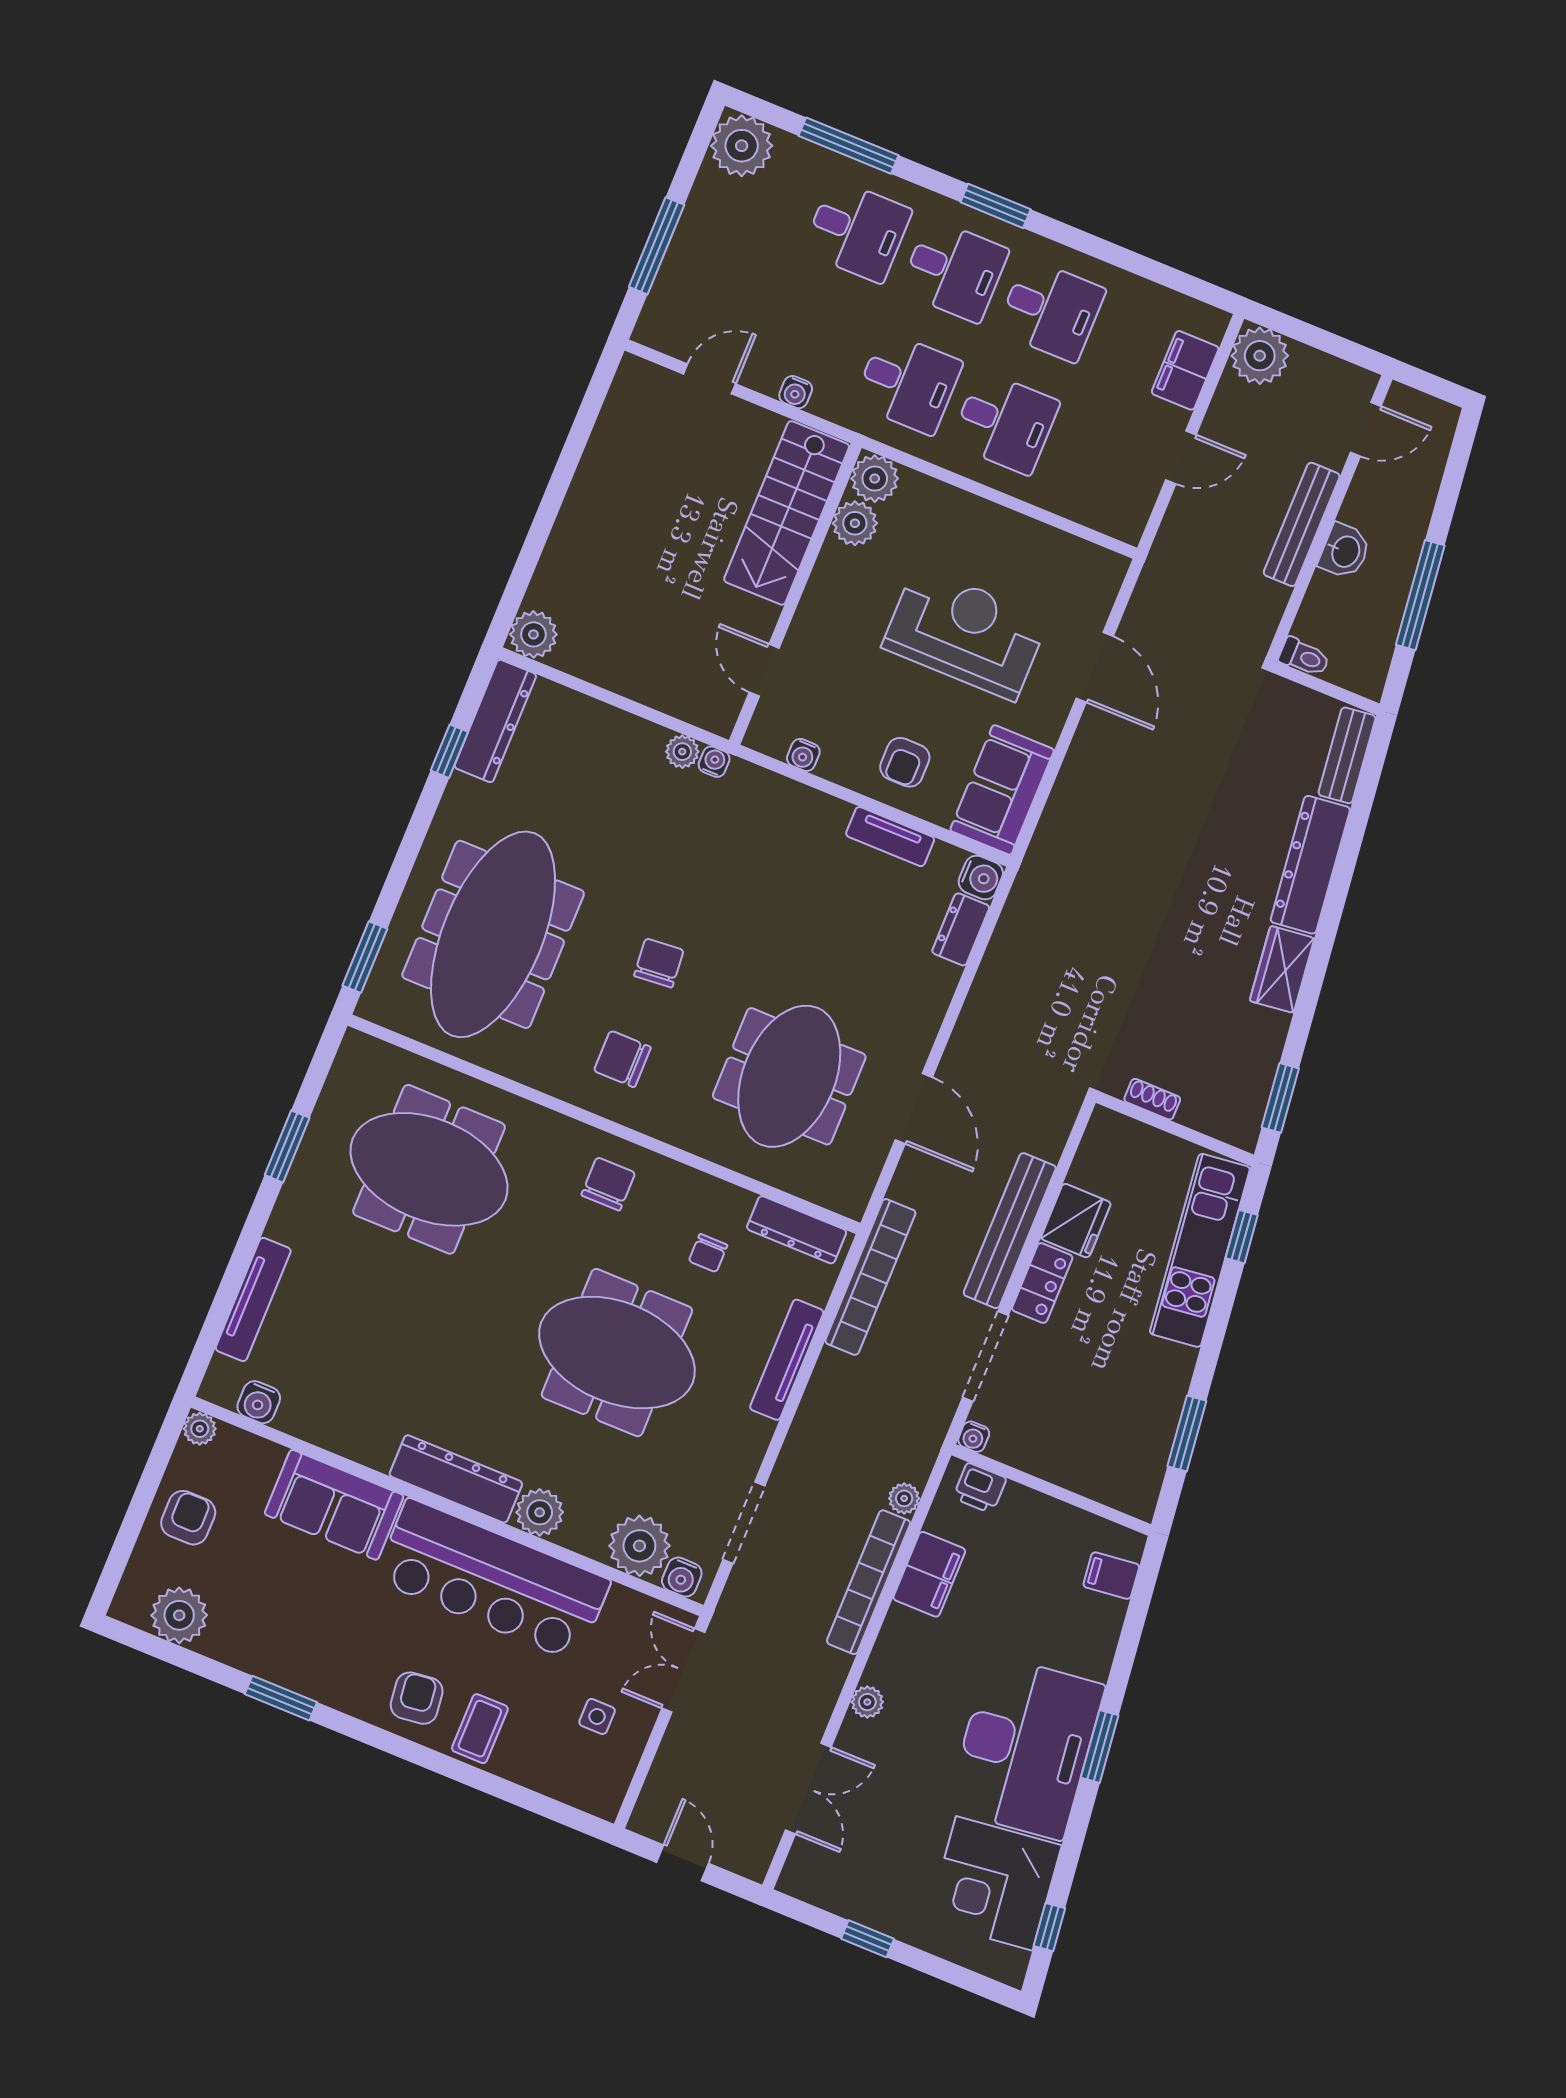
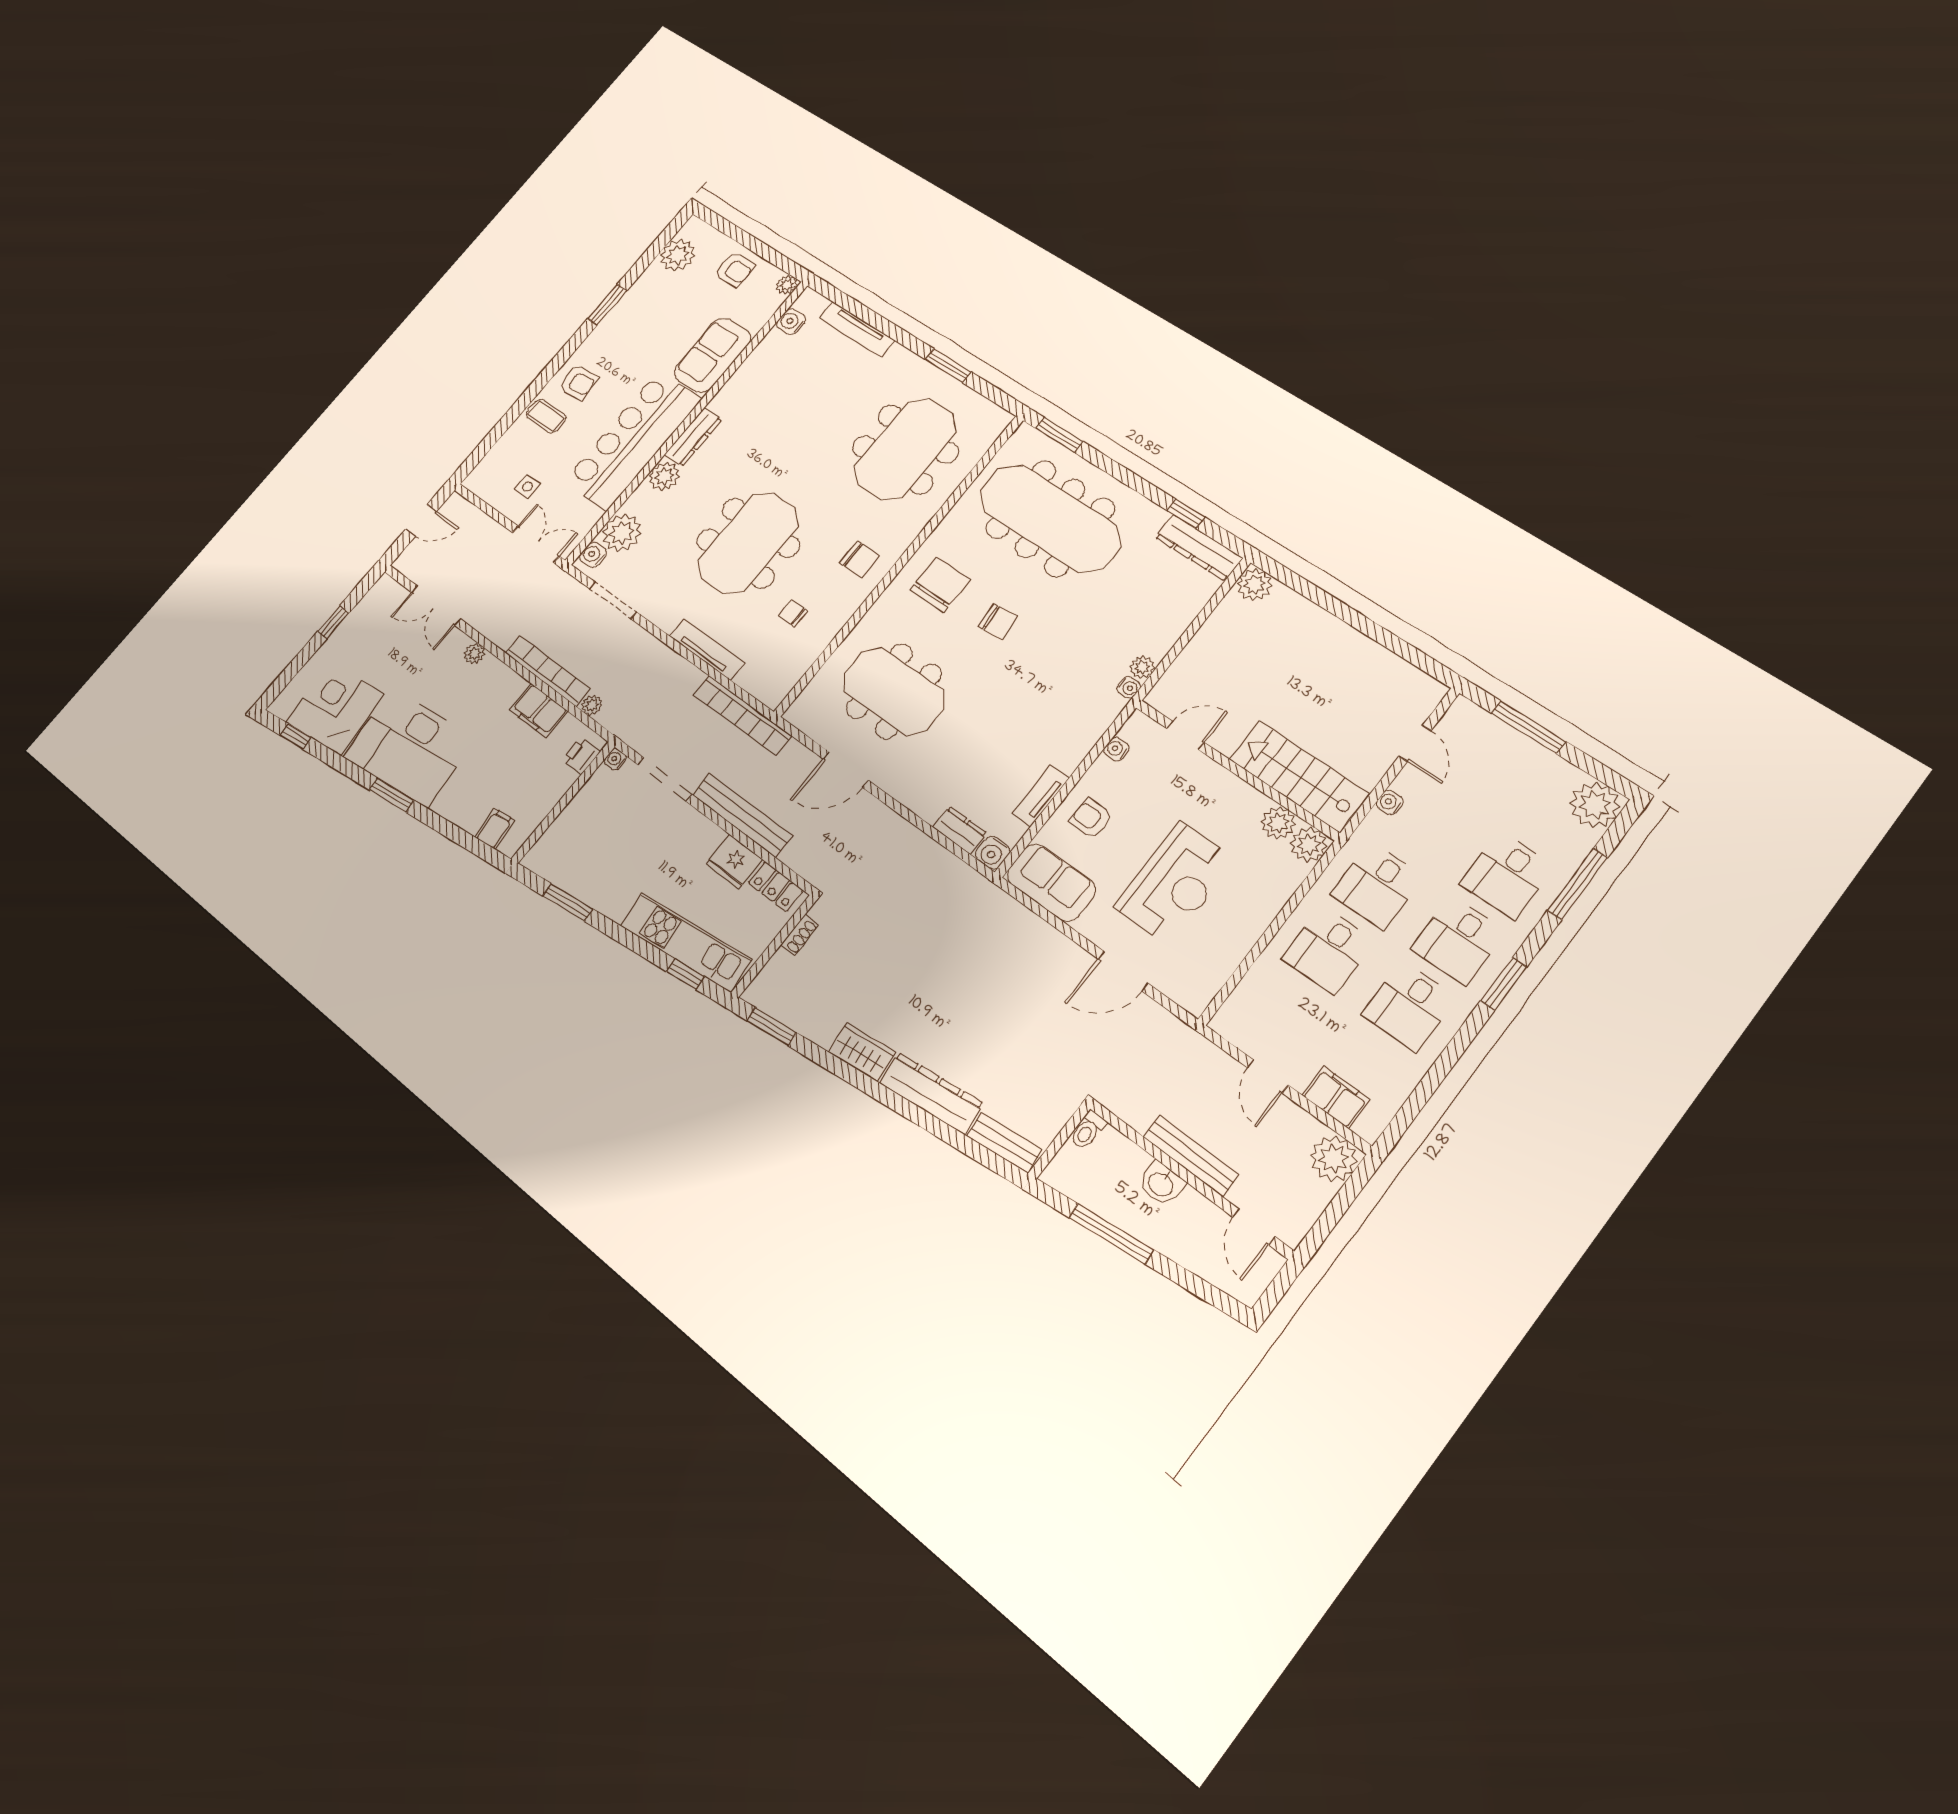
chair: (622, 1059) -> (940, 585), width x1.37, depth x1.37
dresser: (797, 1230) -> (789, 674), removed
locker: (1042, 1283) -> (776, 887), moved
dresser: (456, 1479) -> (693, 437), width x0.73, depth x0.80

